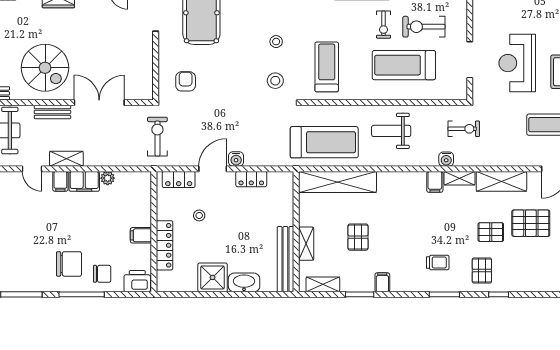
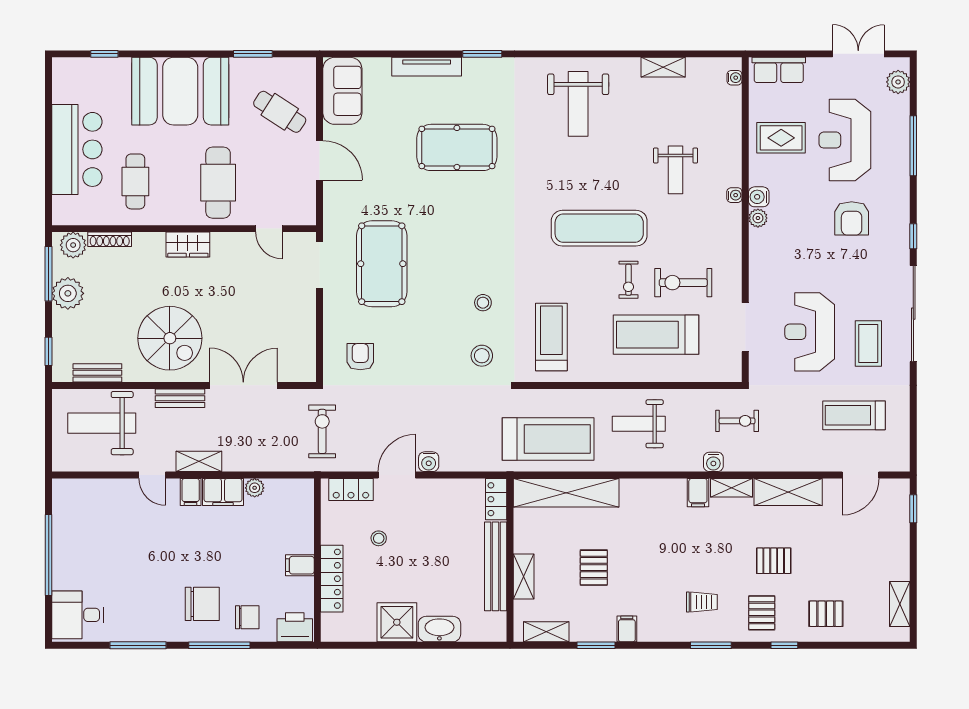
locker: (251, 179) -> (496, 499), moved, turned 90
pallet: (531, 223) -> (826, 614), moved, width x0.67, depth x0.71
bench: (285, 259) -> (496, 566), moved

